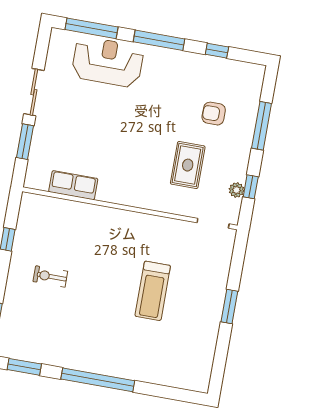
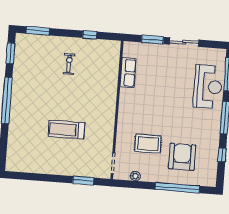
armchair: (214, 114) -> (182, 157), width x1.88, depth x1.88
window: (262, 126) -> (177, 188), width x1.46
window: (251, 187) -> (138, 185), removed
window: (229, 307) -> (83, 181), moved

